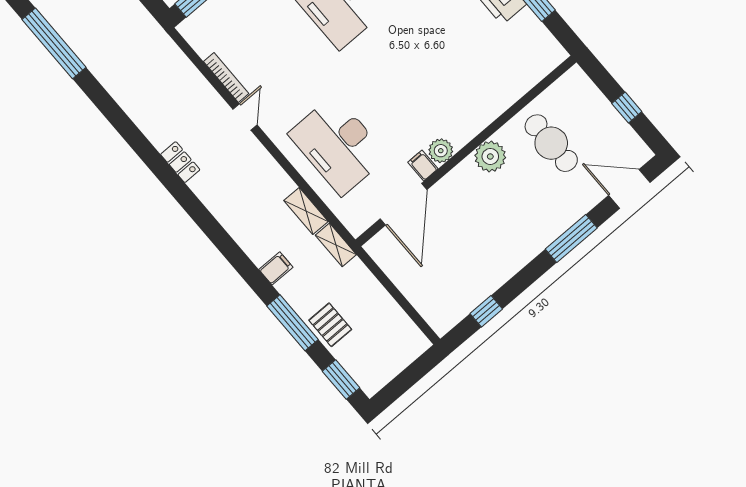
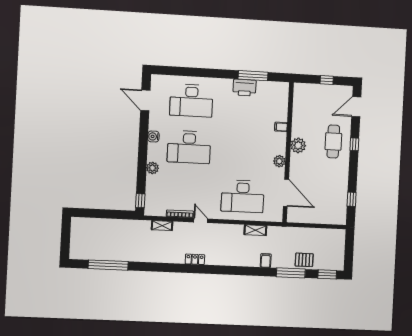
cafe table: (551, 143) -> (333, 141), moved, turned 90
filing cabinet: (423, 166) -> (281, 127), moved
window: (571, 238) -> (354, 144), width x0.46
shelving: (336, 245) -> (162, 226), moved

